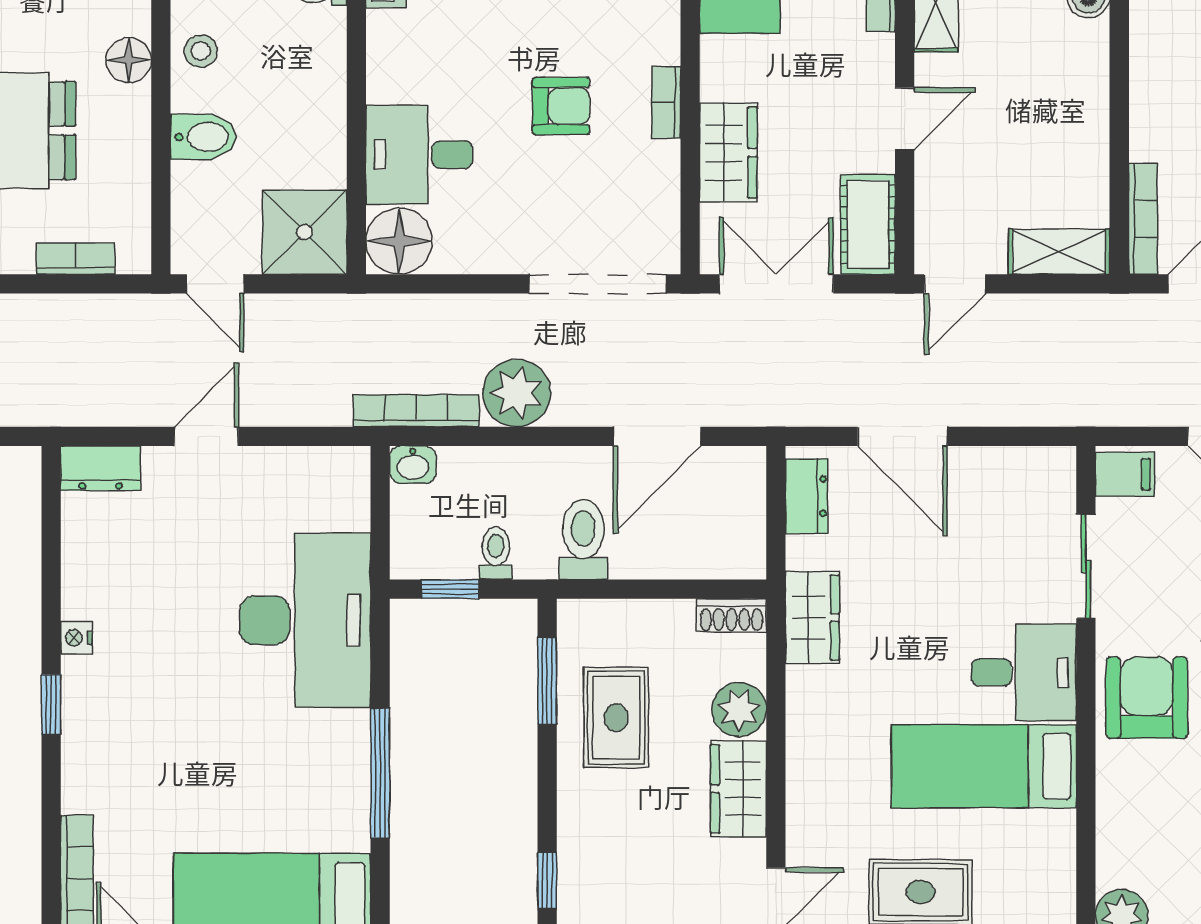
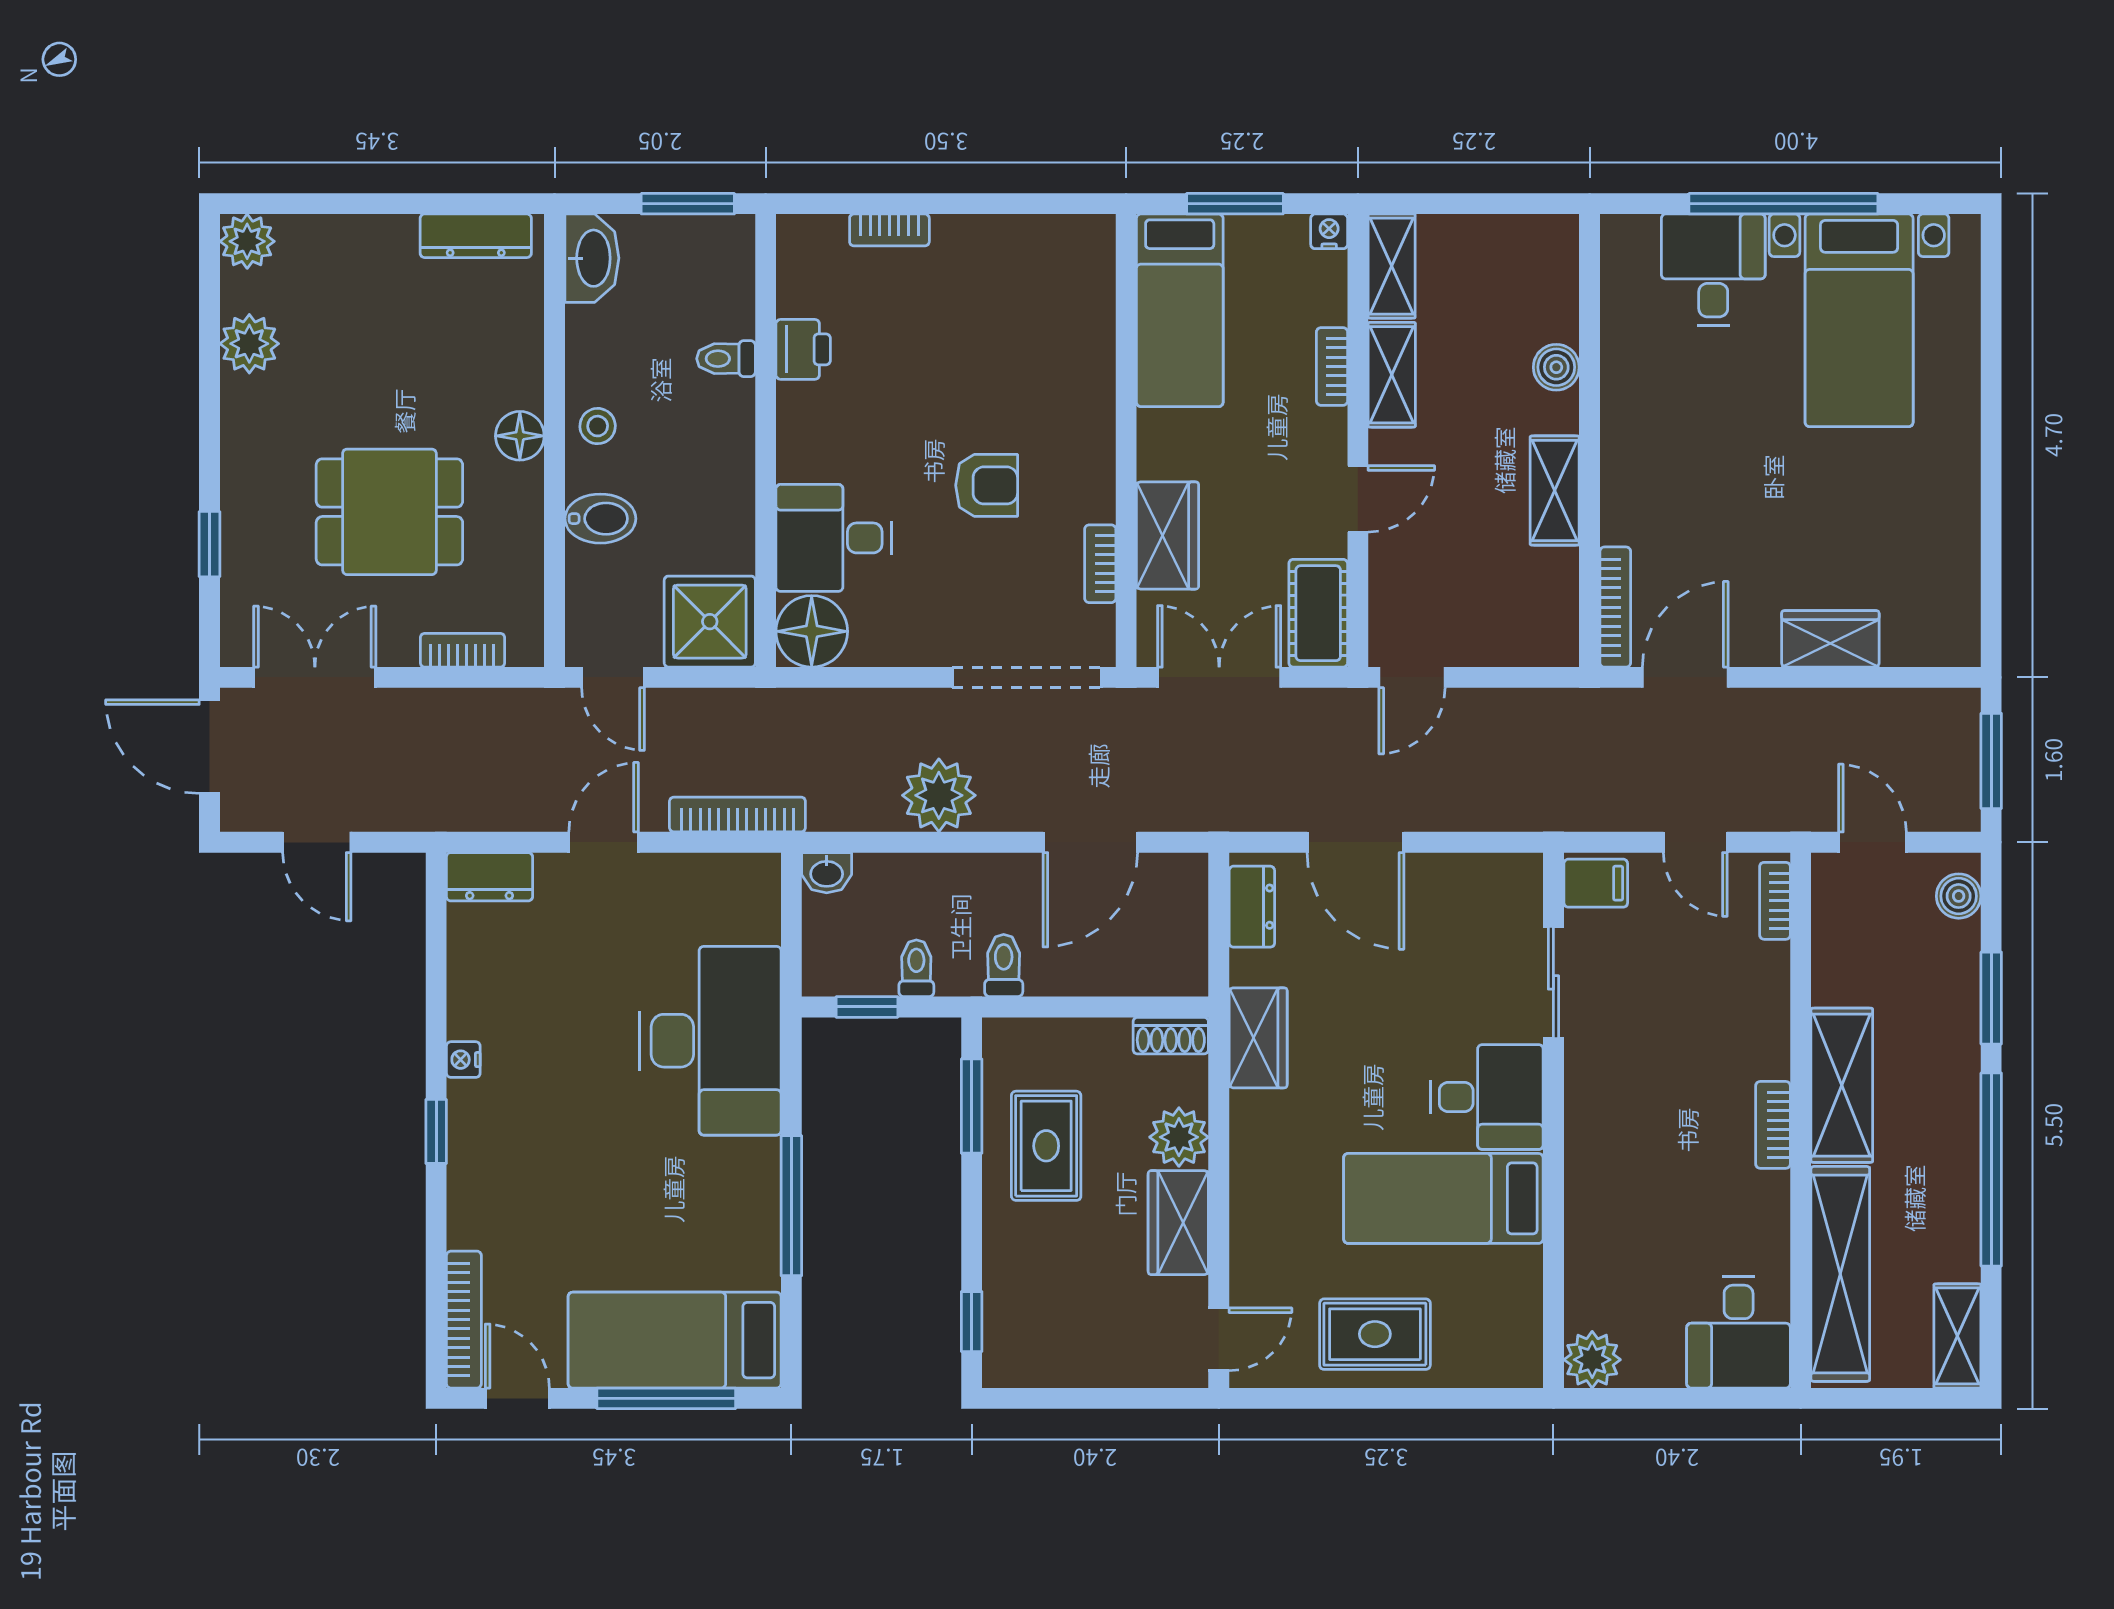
bookcase: (666, 102) -> (1100, 564), moved
shelving: (1059, 252) -> (1555, 491), moved, turned 90
bookcase: (416, 411) -> (737, 815), moved
toilet: (583, 540) -> (1004, 966), width x0.73, depth x0.72
armchair: (1147, 698) -> (1619, 1124), removed

